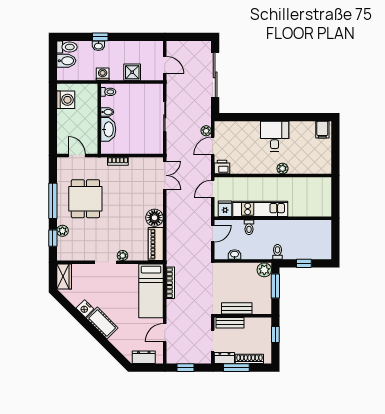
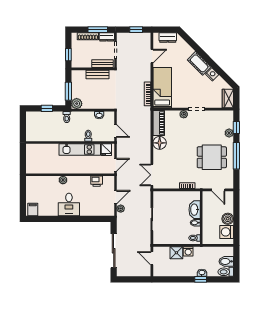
washing machine: (103, 74) -> (188, 251), moved
boiler: (64, 117) -> (228, 219), added
printer: (222, 167) -> (97, 181), moved
dining table: (85, 199) -> (212, 157), turned 90
door: (213, 233) -> (116, 131), swing flipped

